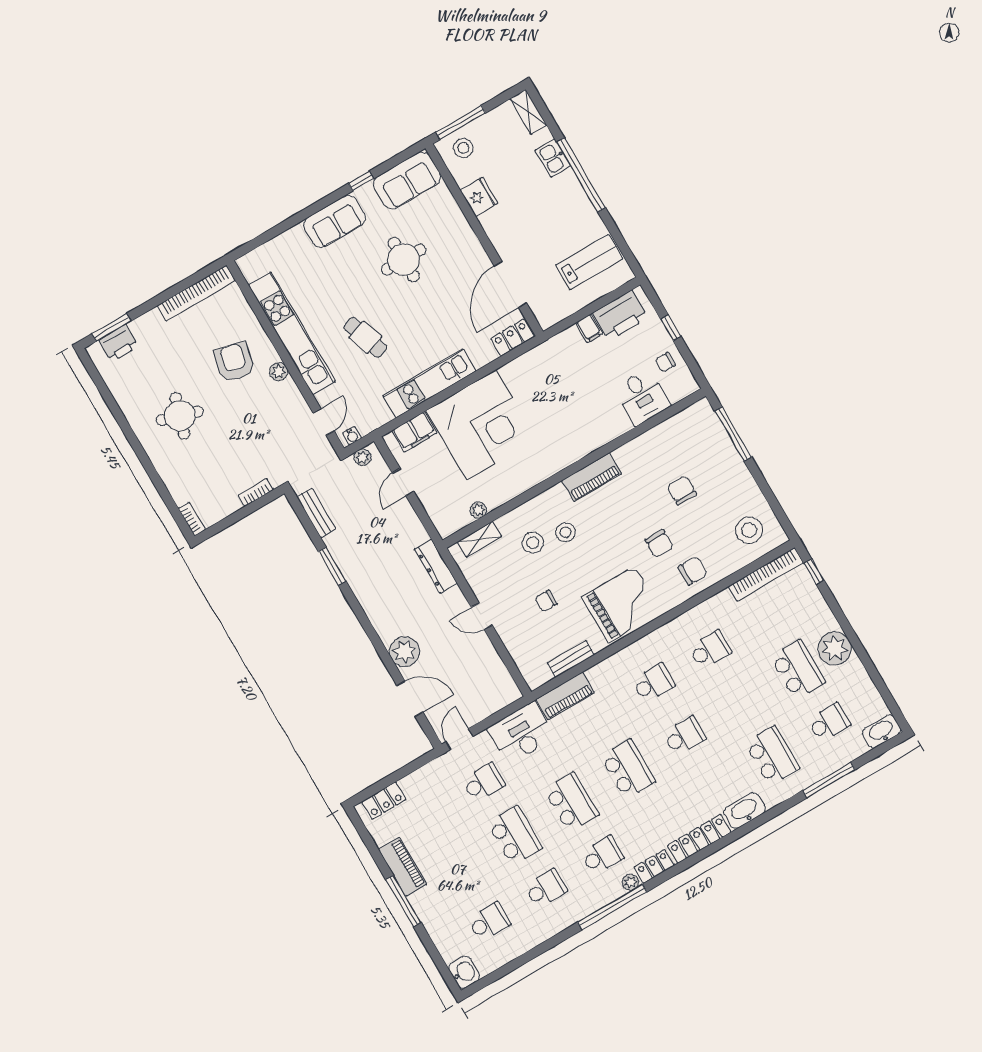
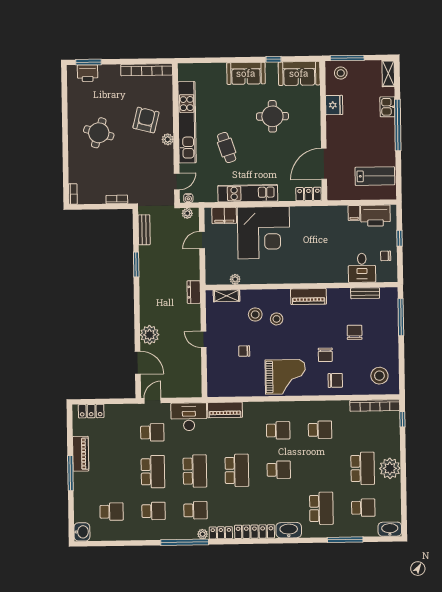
dresser: (436, 566) -> (194, 292), width x0.70
bench: (571, 659) -> (365, 293), moved

